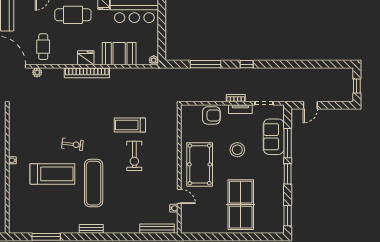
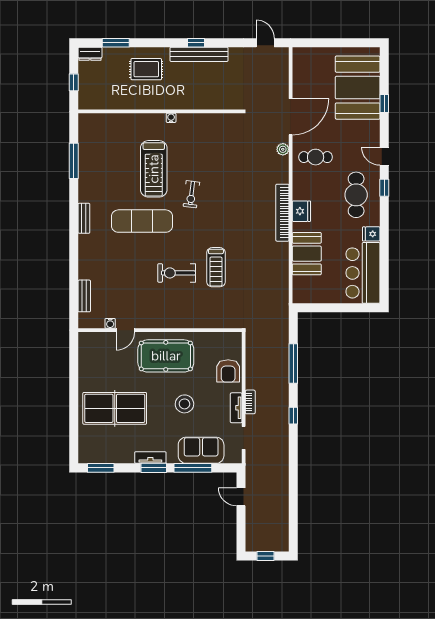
plant: (154, 60) -> (298, 297), removed
treadmill: (130, 125) -> (216, 267), turned 180
tv unit: (279, 177) -> (150, 458), added
bench: (157, 229) -> (84, 296), width x0.73

